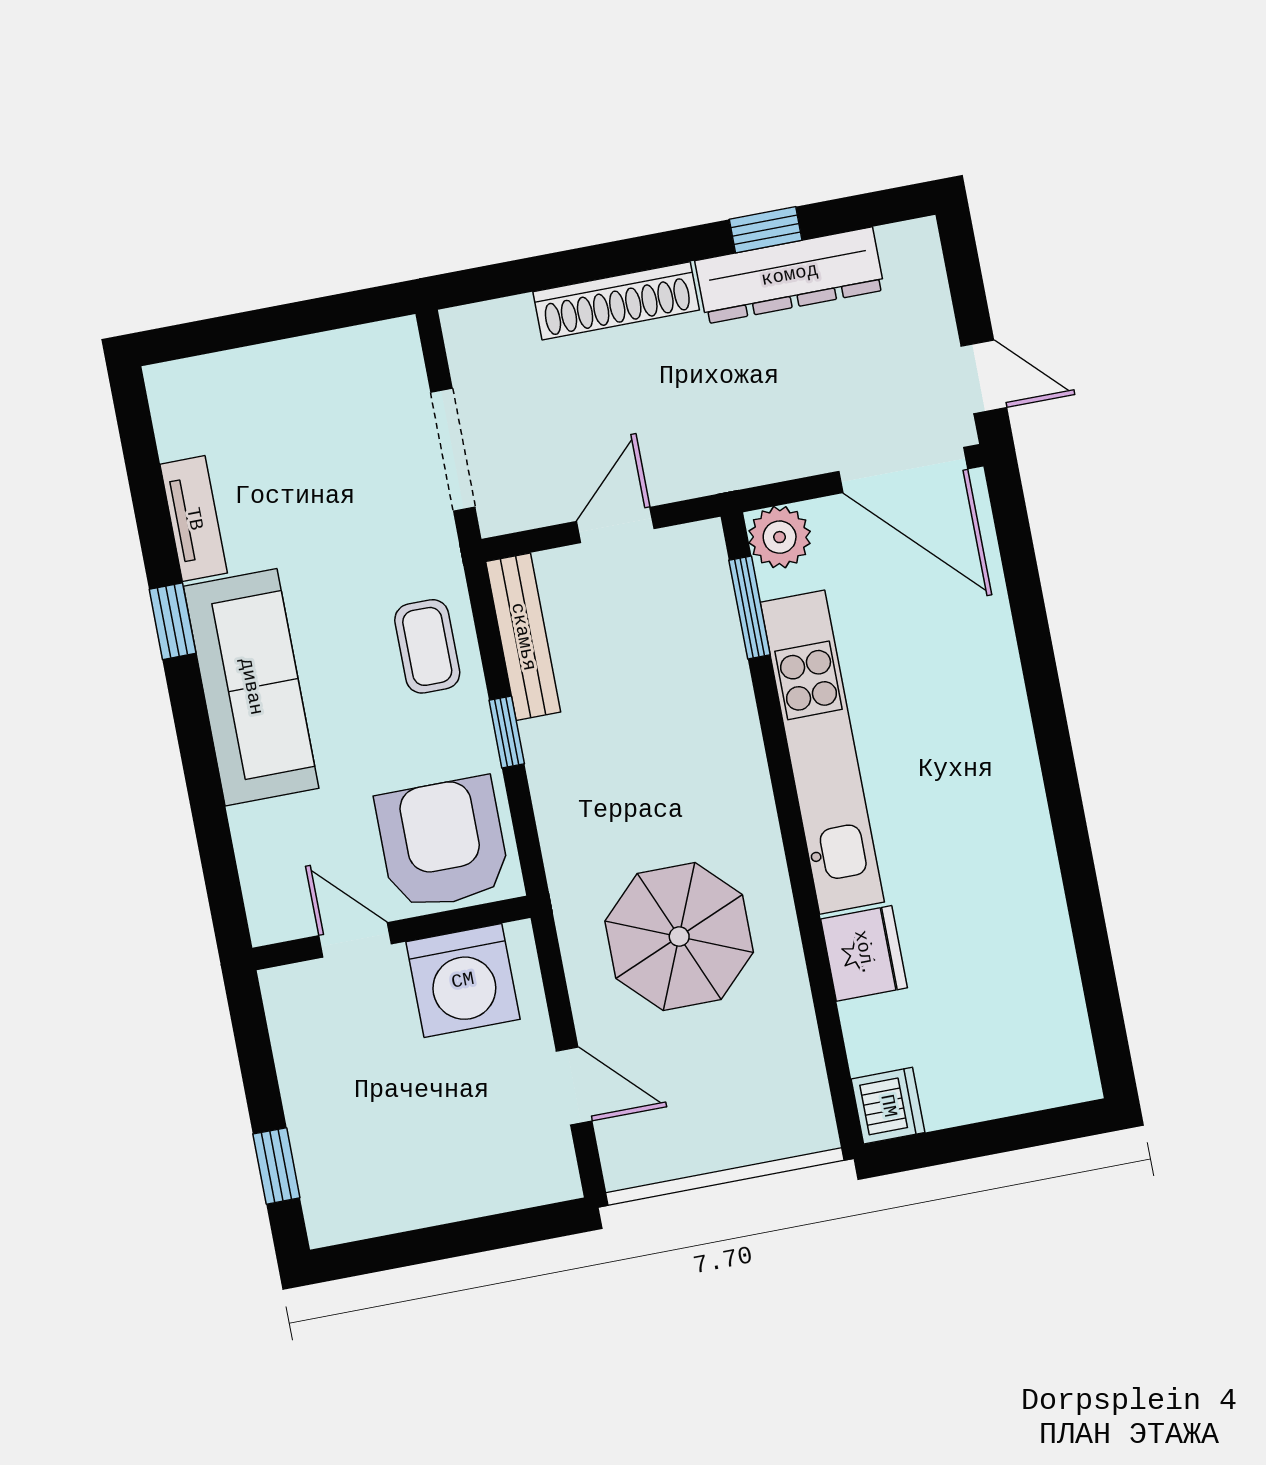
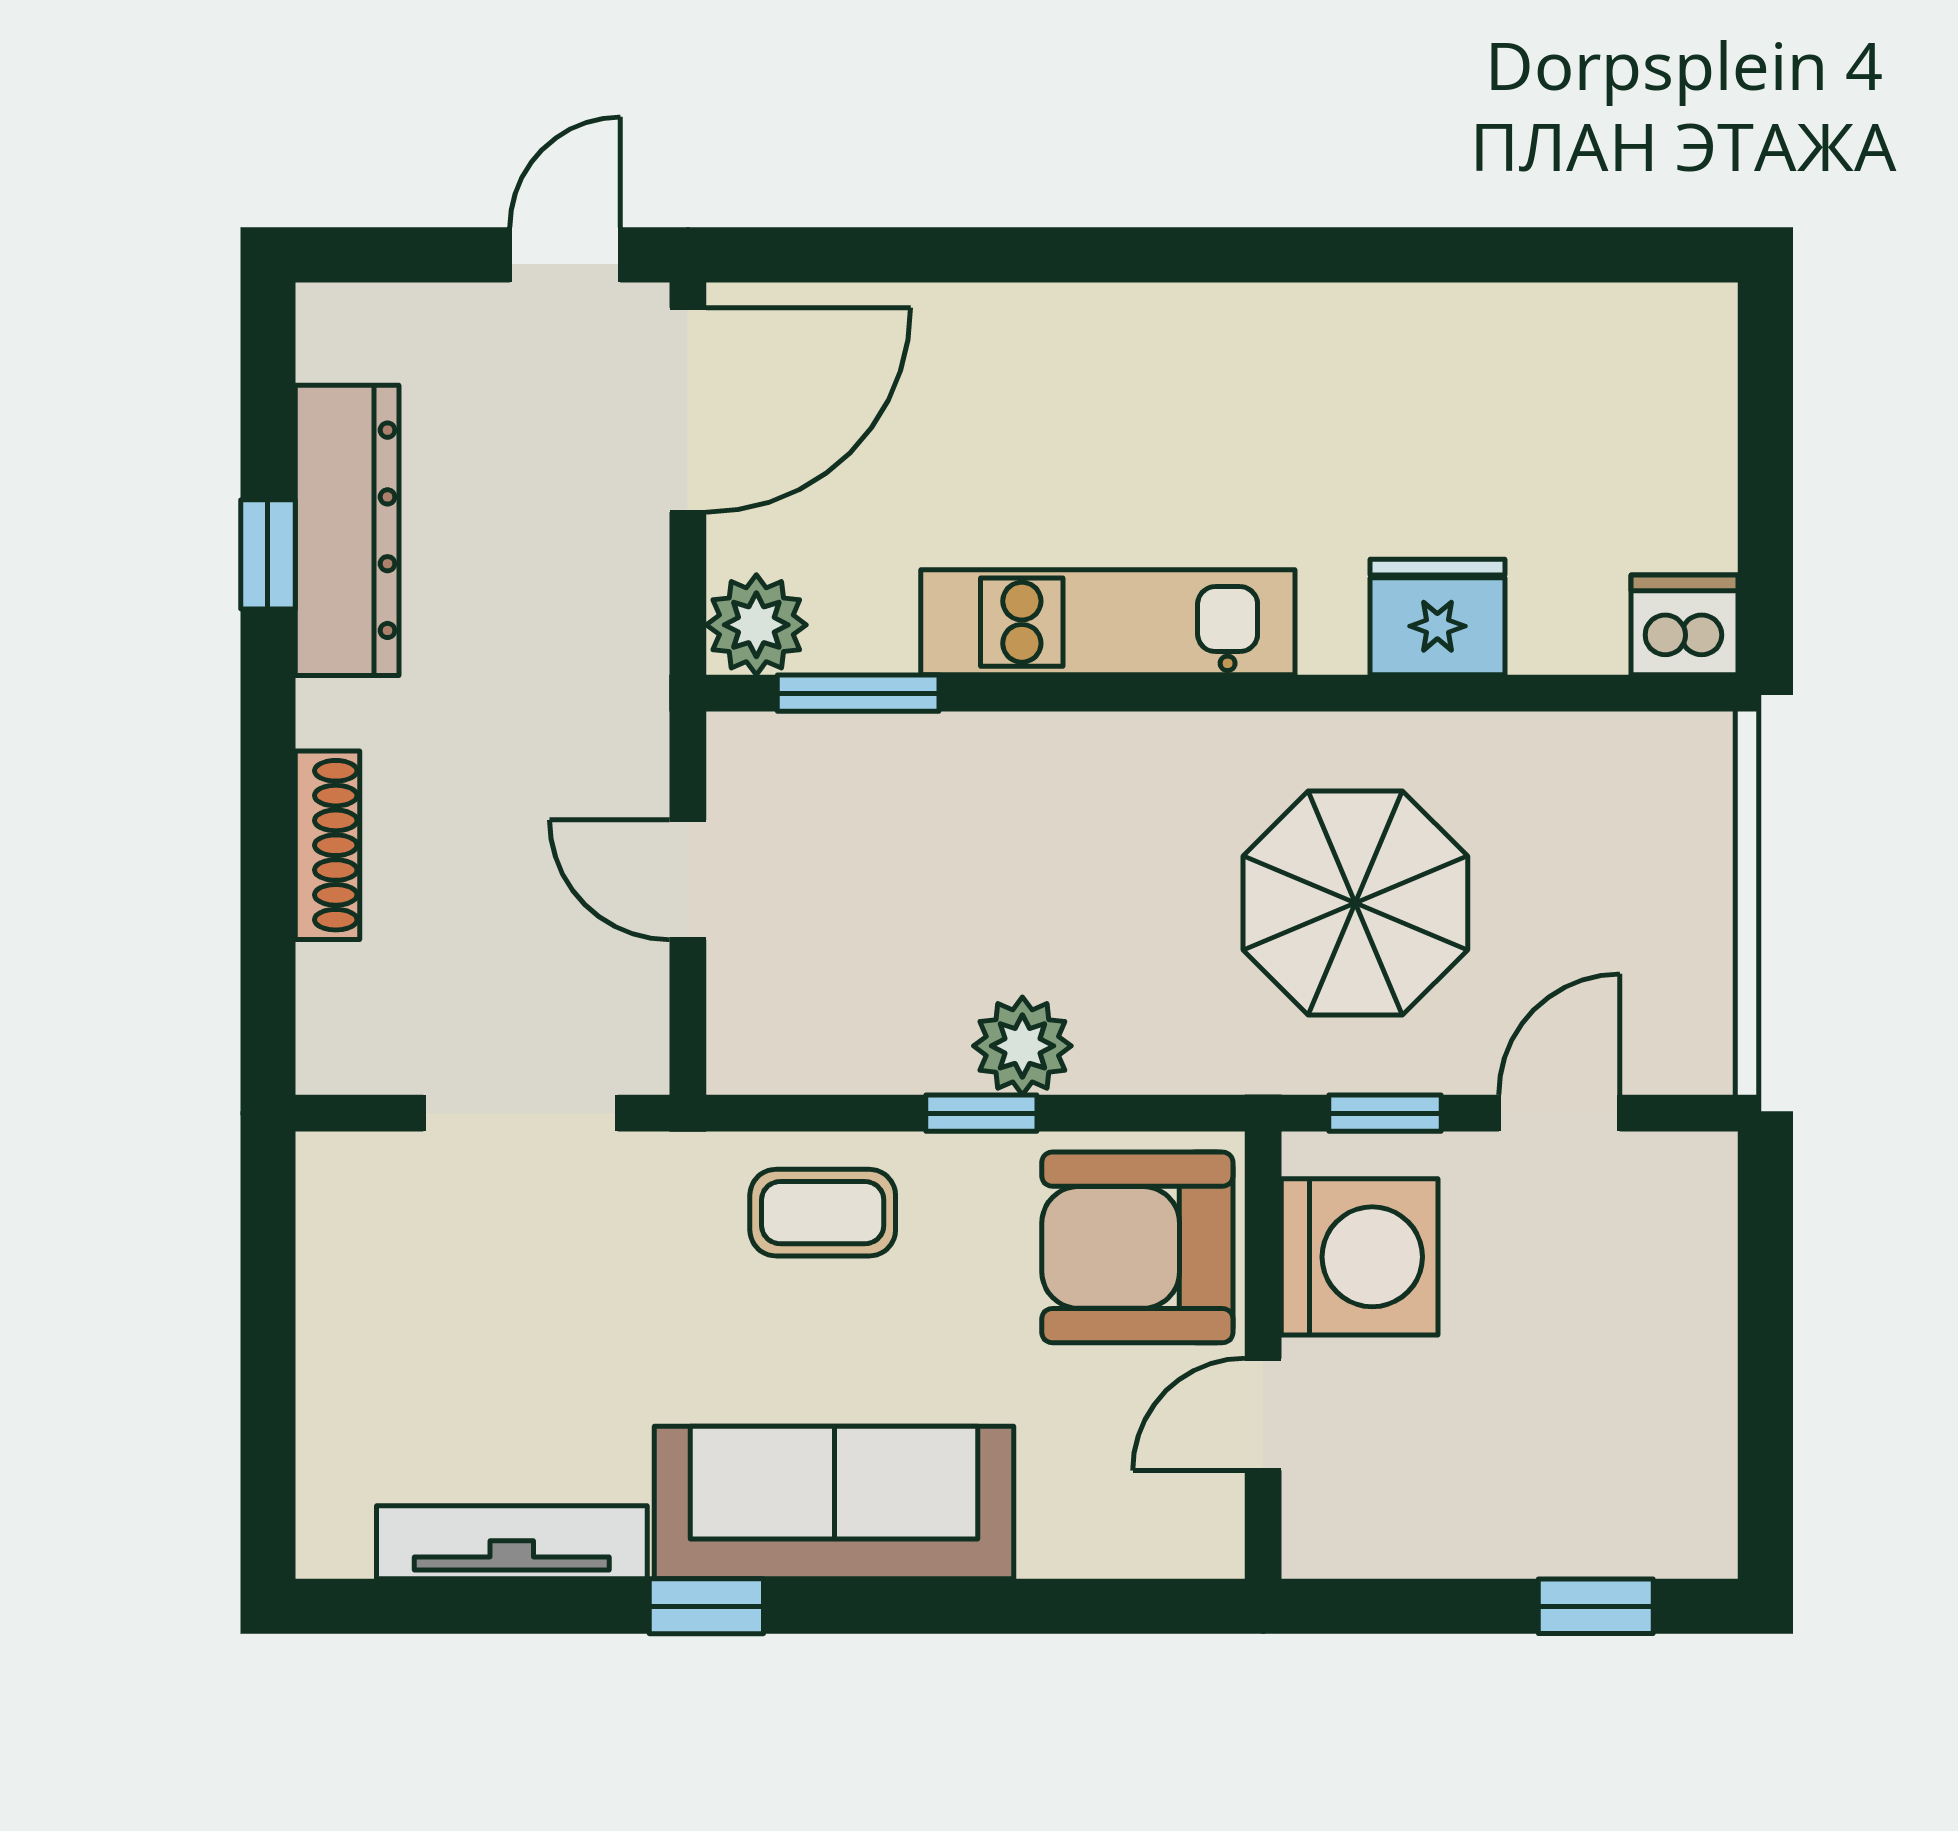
shoe rack: (616, 301) -> (327, 845), width x0.74, depth x0.81
tv unit: (194, 519) -> (512, 1542), width x1.41
bench: (523, 637) -> (836, 1059), removed
plant: (553, 749) -> (1022, 1046), added
kitchen unit: (822, 752) -> (1108, 622), width x0.73
window: (554, 979) -> (1385, 1113), added

